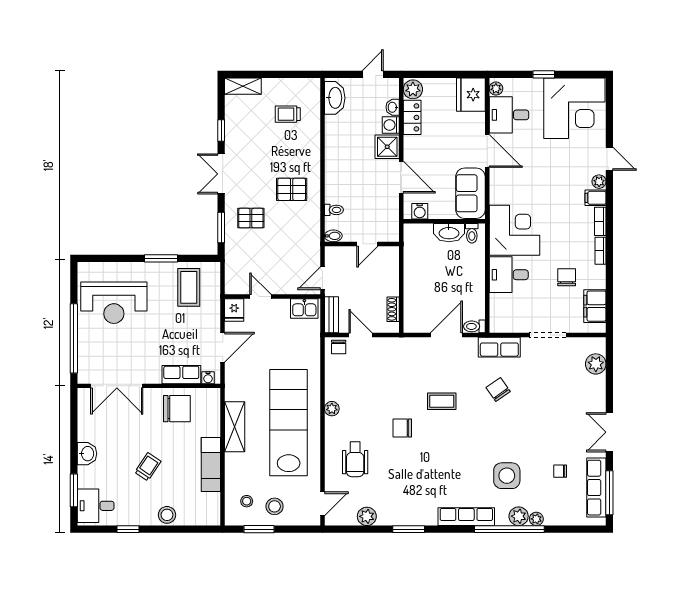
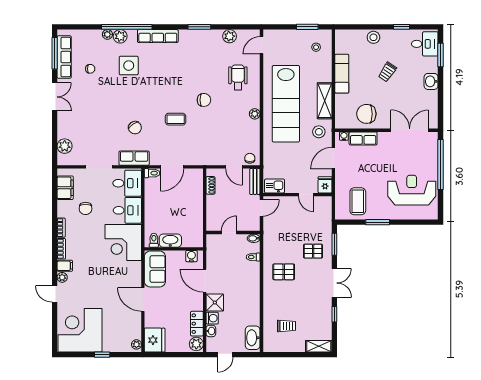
desk: (509, 115) -> (127, 183), moved
stool: (275, 506) -> (319, 132), moved

